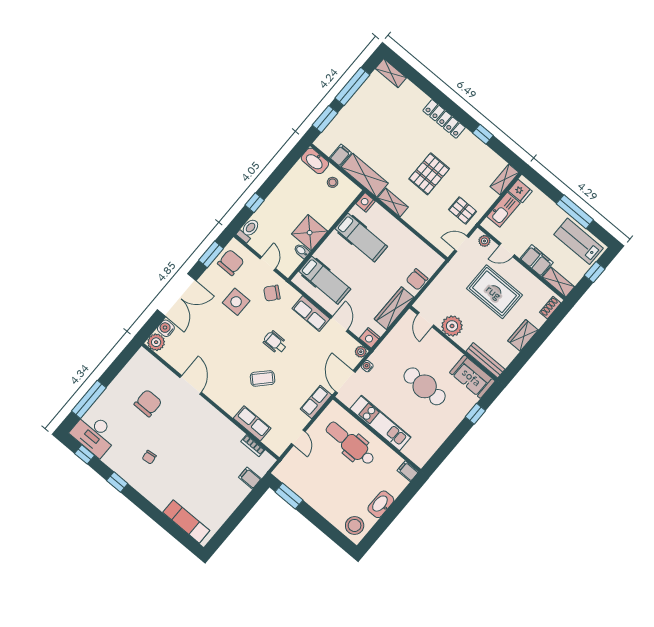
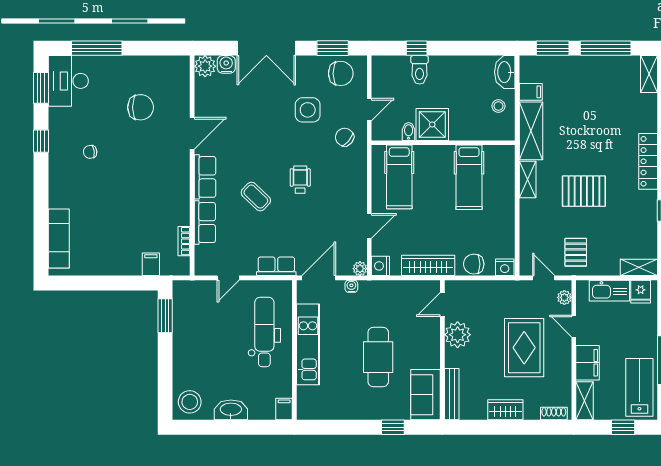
nightstand: (365, 202) -> (505, 267), moved, turned 180
toilet: (248, 230) -> (420, 70), moved, turned 90
row of seats: (311, 314) -> (205, 177), moved, turned 180
window: (84, 454) -> (41, 88), width x1.50

